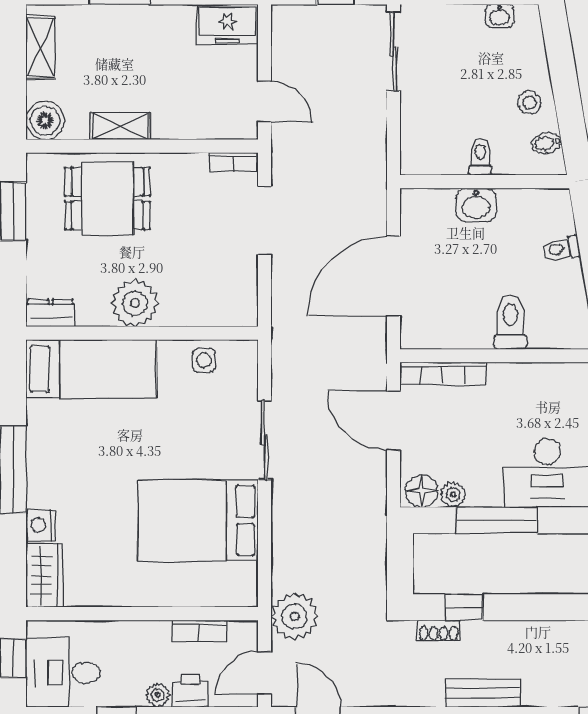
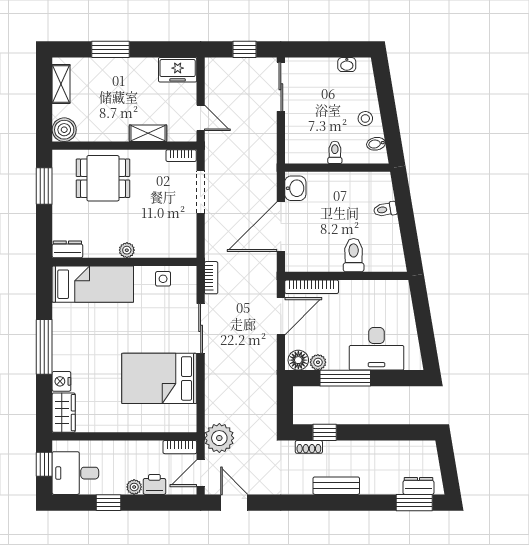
shelving: (120, 126) -> (148, 133), moved
washbasin: (476, 205) -> (295, 188), moved, turned -90
plant: (135, 303) -> (127, 250), width x0.53, depth x0.53
bookcase: (281, 359) -> (211, 278), added
door: (393, 421) -> (281, 316), swing flipped
bookcase: (199, 631) -> (180, 447), moved

